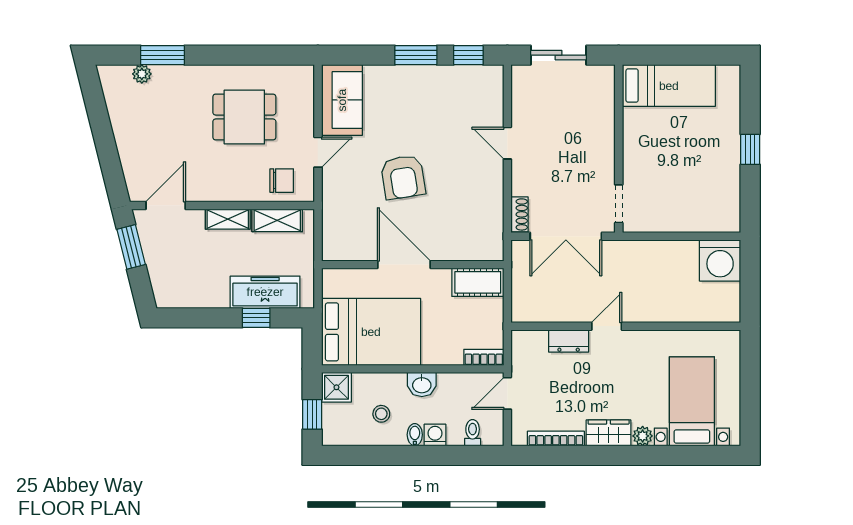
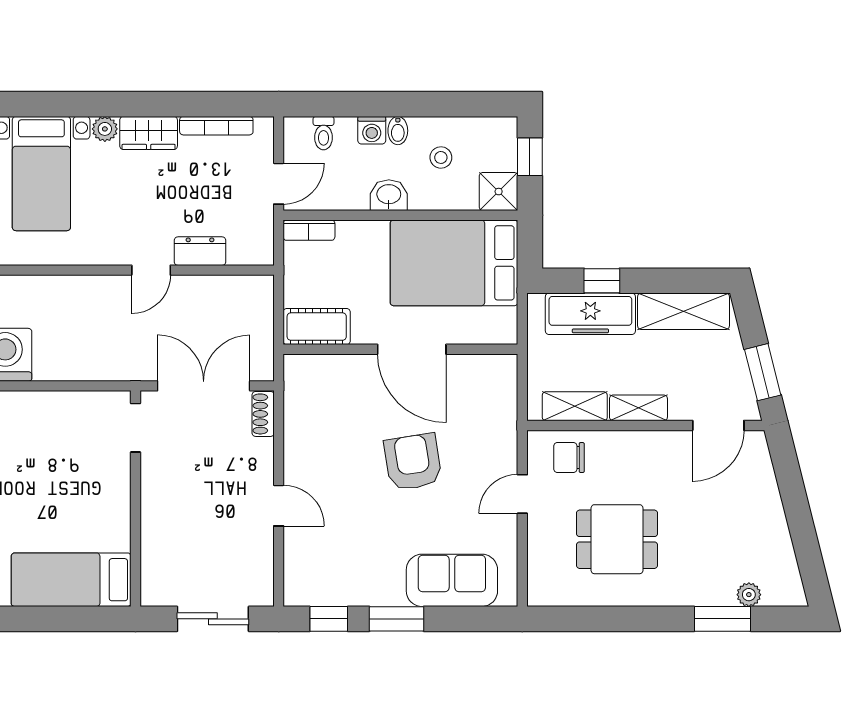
sofa: (342, 100) -> (452, 580), moved, turned 90
shelving: (193, 294) -> (684, 311), added

